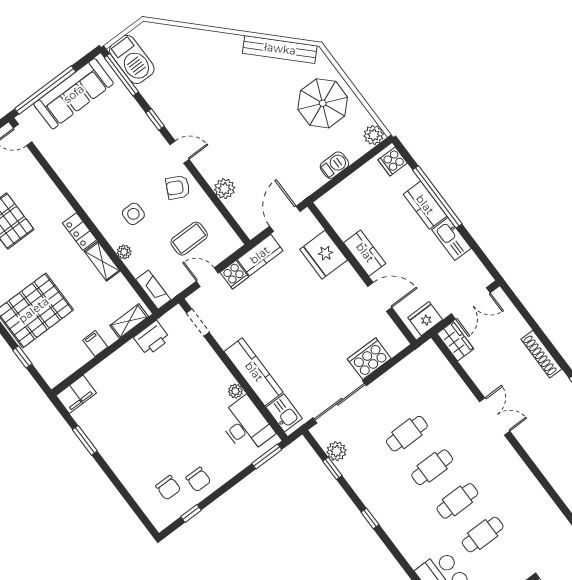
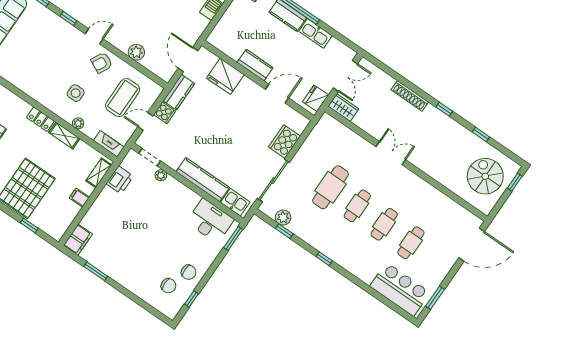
coffee table: (189, 239) -> (123, 98), width x1.36, depth x1.32
plant: (235, 391) -> (161, 175), moved
cafe table: (407, 434) -> (330, 187), width x1.37, depth x1.35

